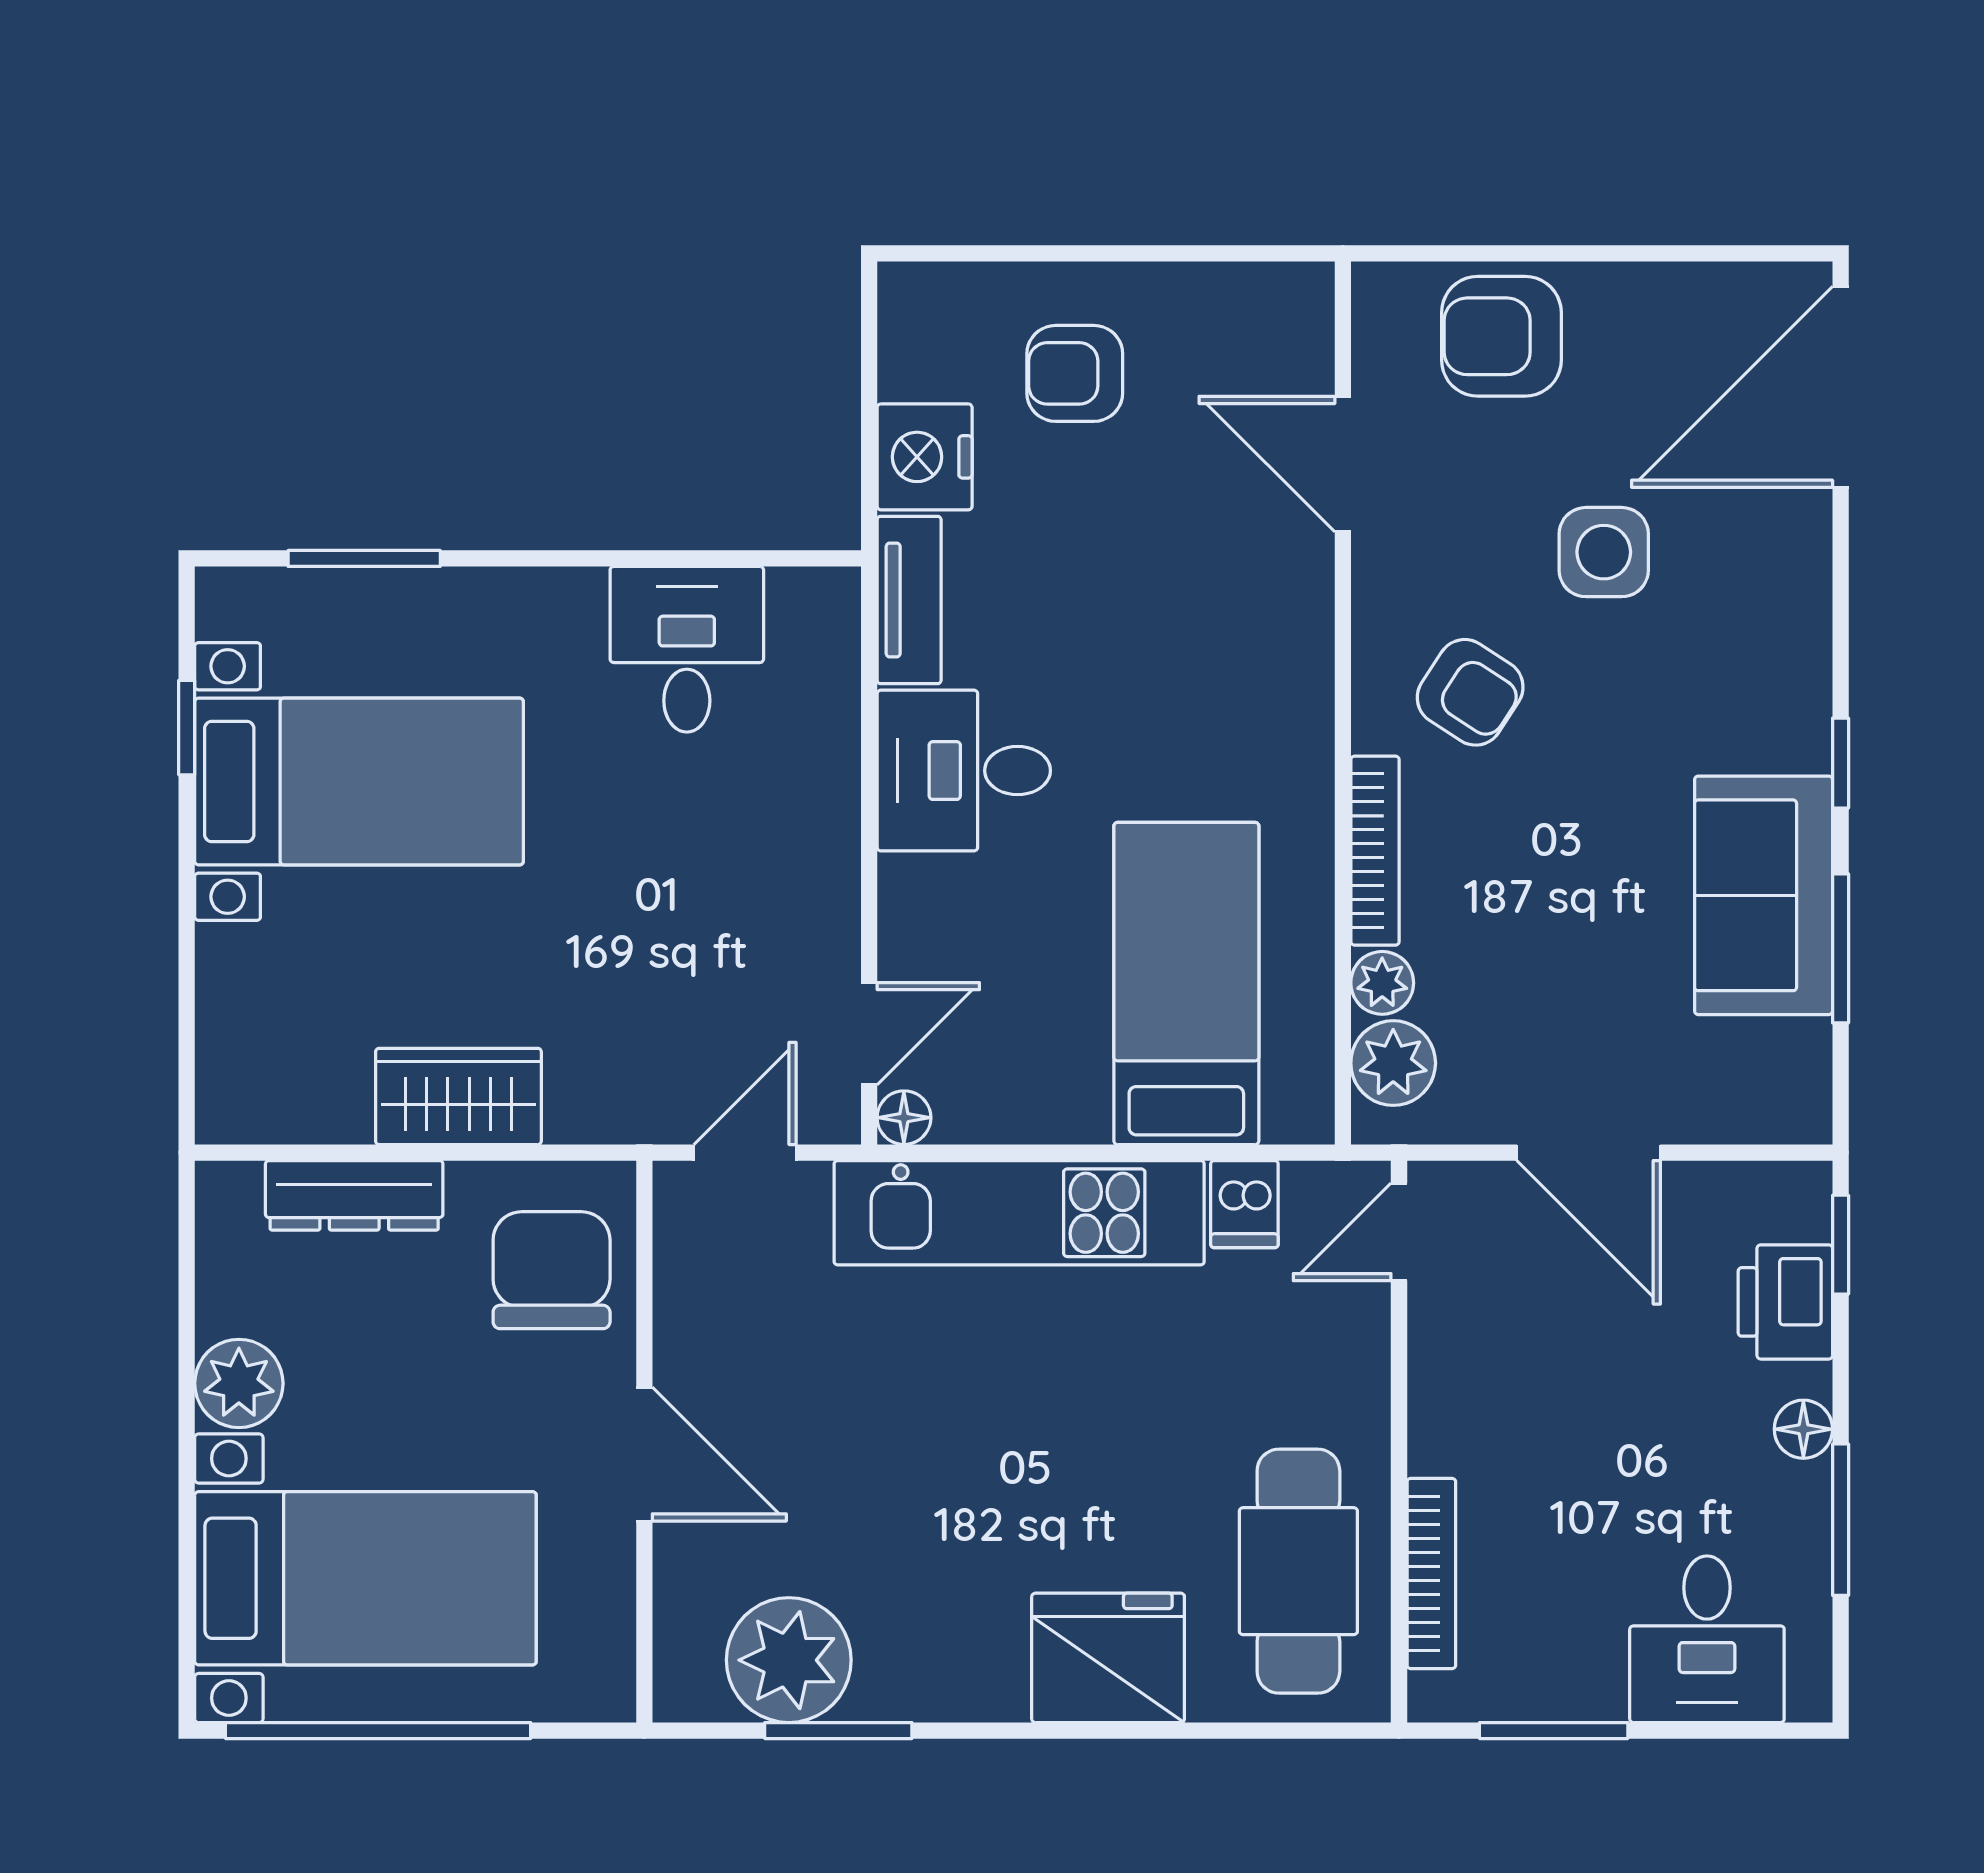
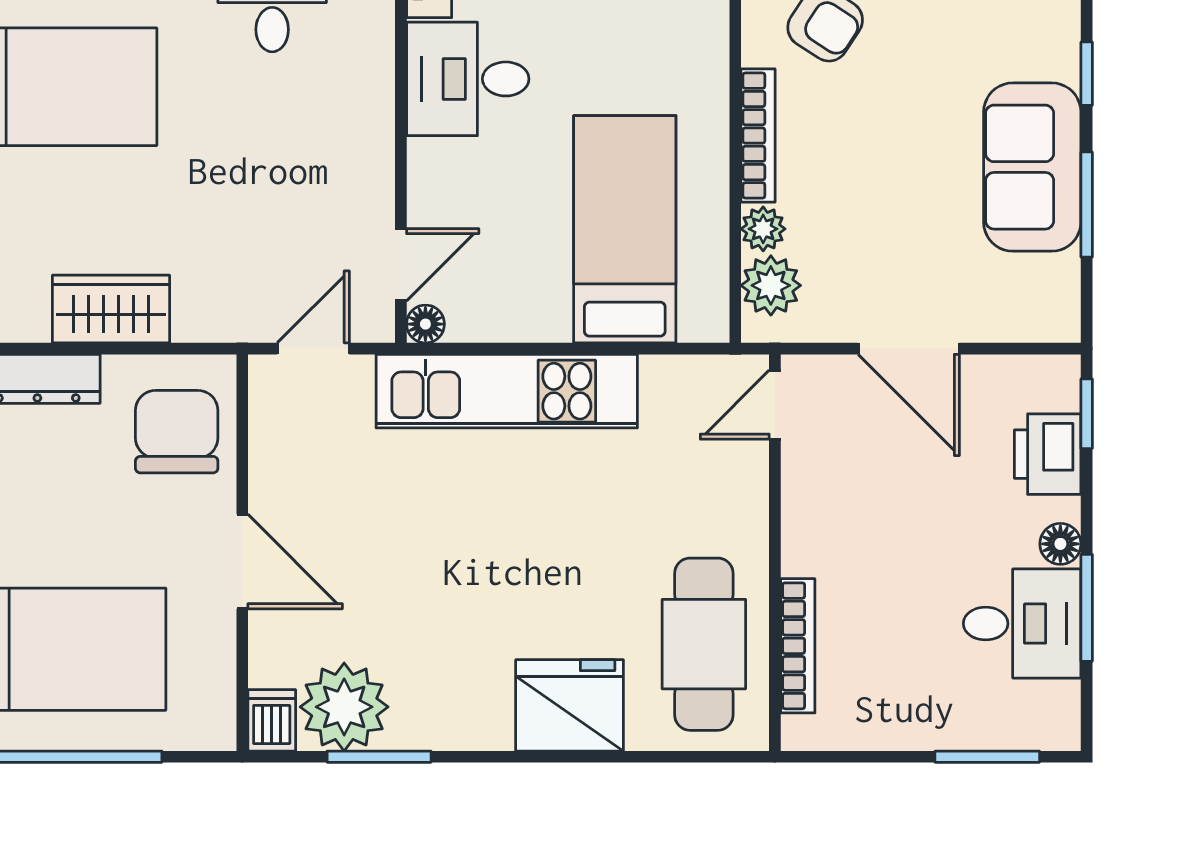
dishwasher: (1244, 1204) -> (272, 720), moved, turned 180
desk: (1707, 1639) -> (1022, 624), moved, turned -90
window: (1554, 1731) -> (987, 757), moved

